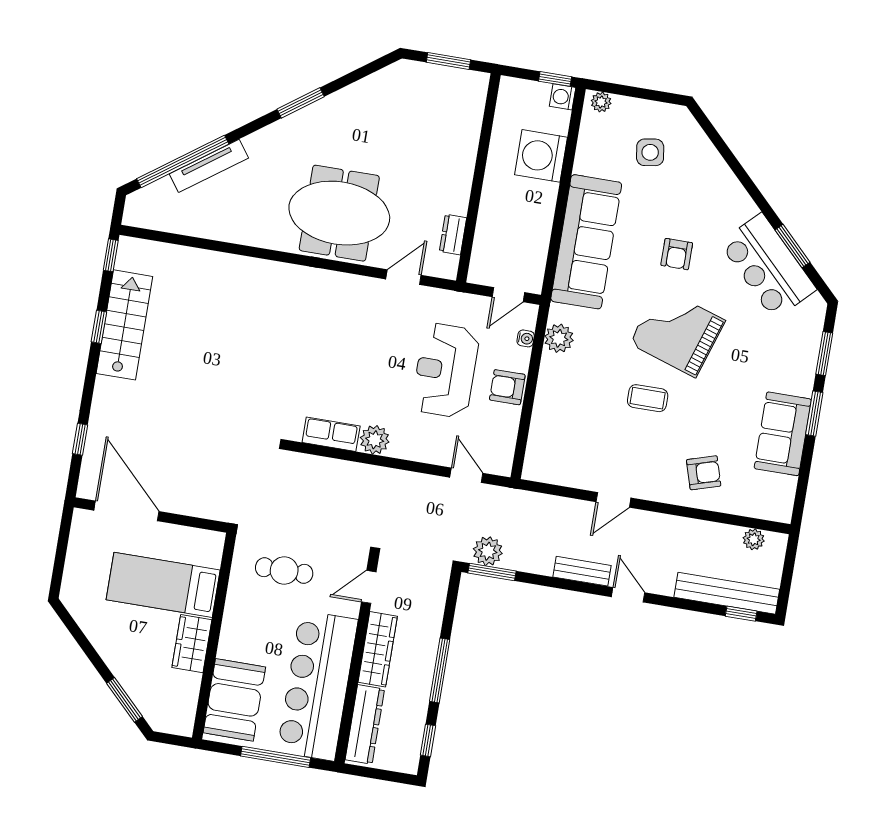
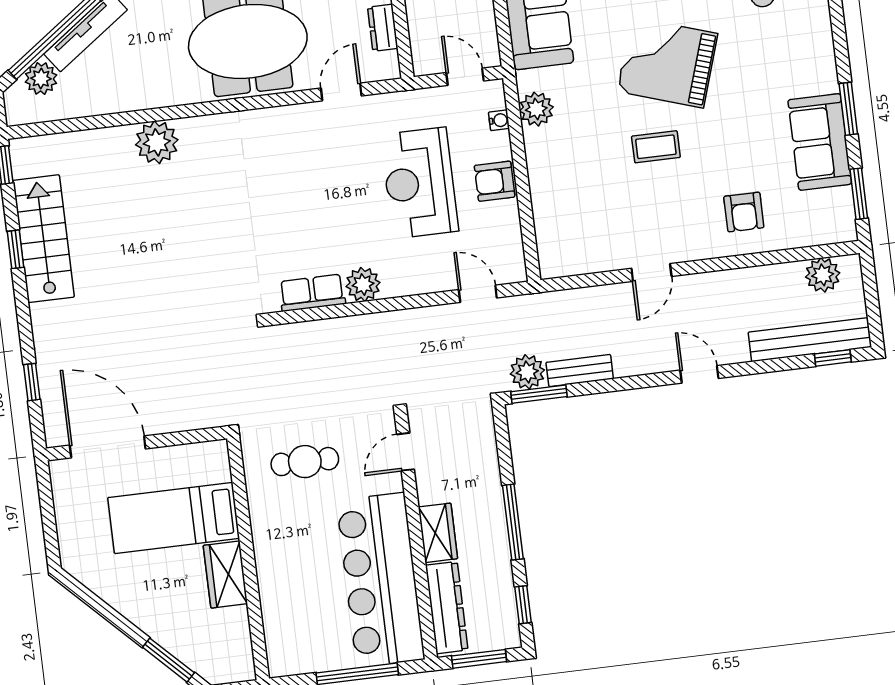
plant: (161, 193) -> (41, 79), added
plant: (240, 274) -> (157, 142), added
door: (508, 295) -> (465, 77), swing flipped
window: (824, 354) -> (859, 194), moved
armchair: (704, 473) -> (744, 212), turned 107
plant: (754, 539) -> (823, 275), width x1.38, depth x1.38
bench: (582, 571) -> (580, 371), moved
wardrobe: (378, 649) -> (438, 533), width x0.67
booth: (234, 700) -> (292, 623), removed
window: (379, 774) -> (479, 659), added

